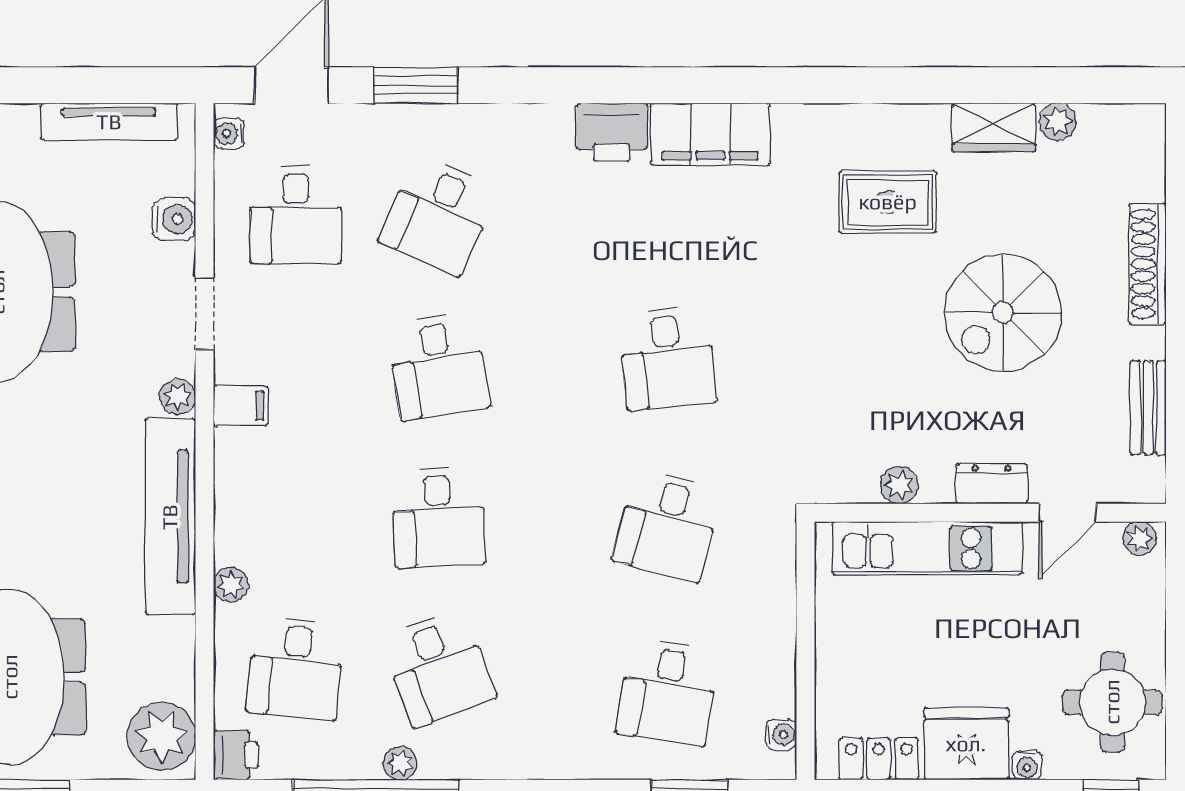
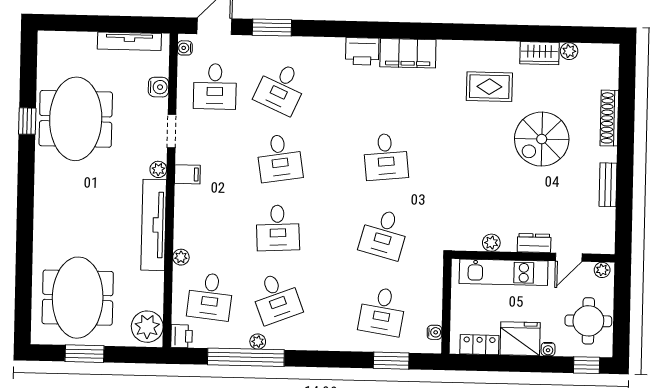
dresser: (992, 484) -> (534, 243), moved
plant: (899, 485) -> (491, 243), moved
wall: (990, 513) -> (533, 256), moved
door: (1067, 513) -> (569, 257), moved
plant: (1140, 538) -> (602, 270), moved
kitchen unit: (927, 548) -> (504, 272), moved

